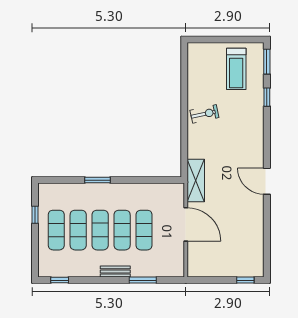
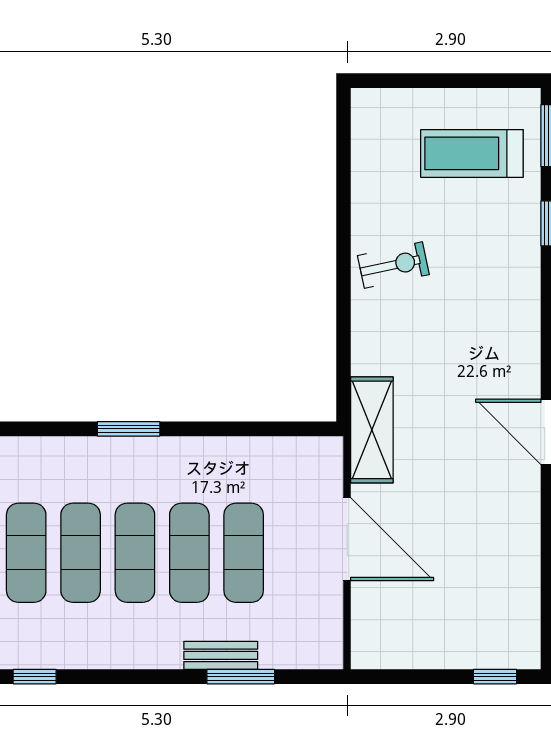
treadmill: (236, 69) -> (472, 153), turned 90
bench: (115, 271) -> (221, 655), moved

